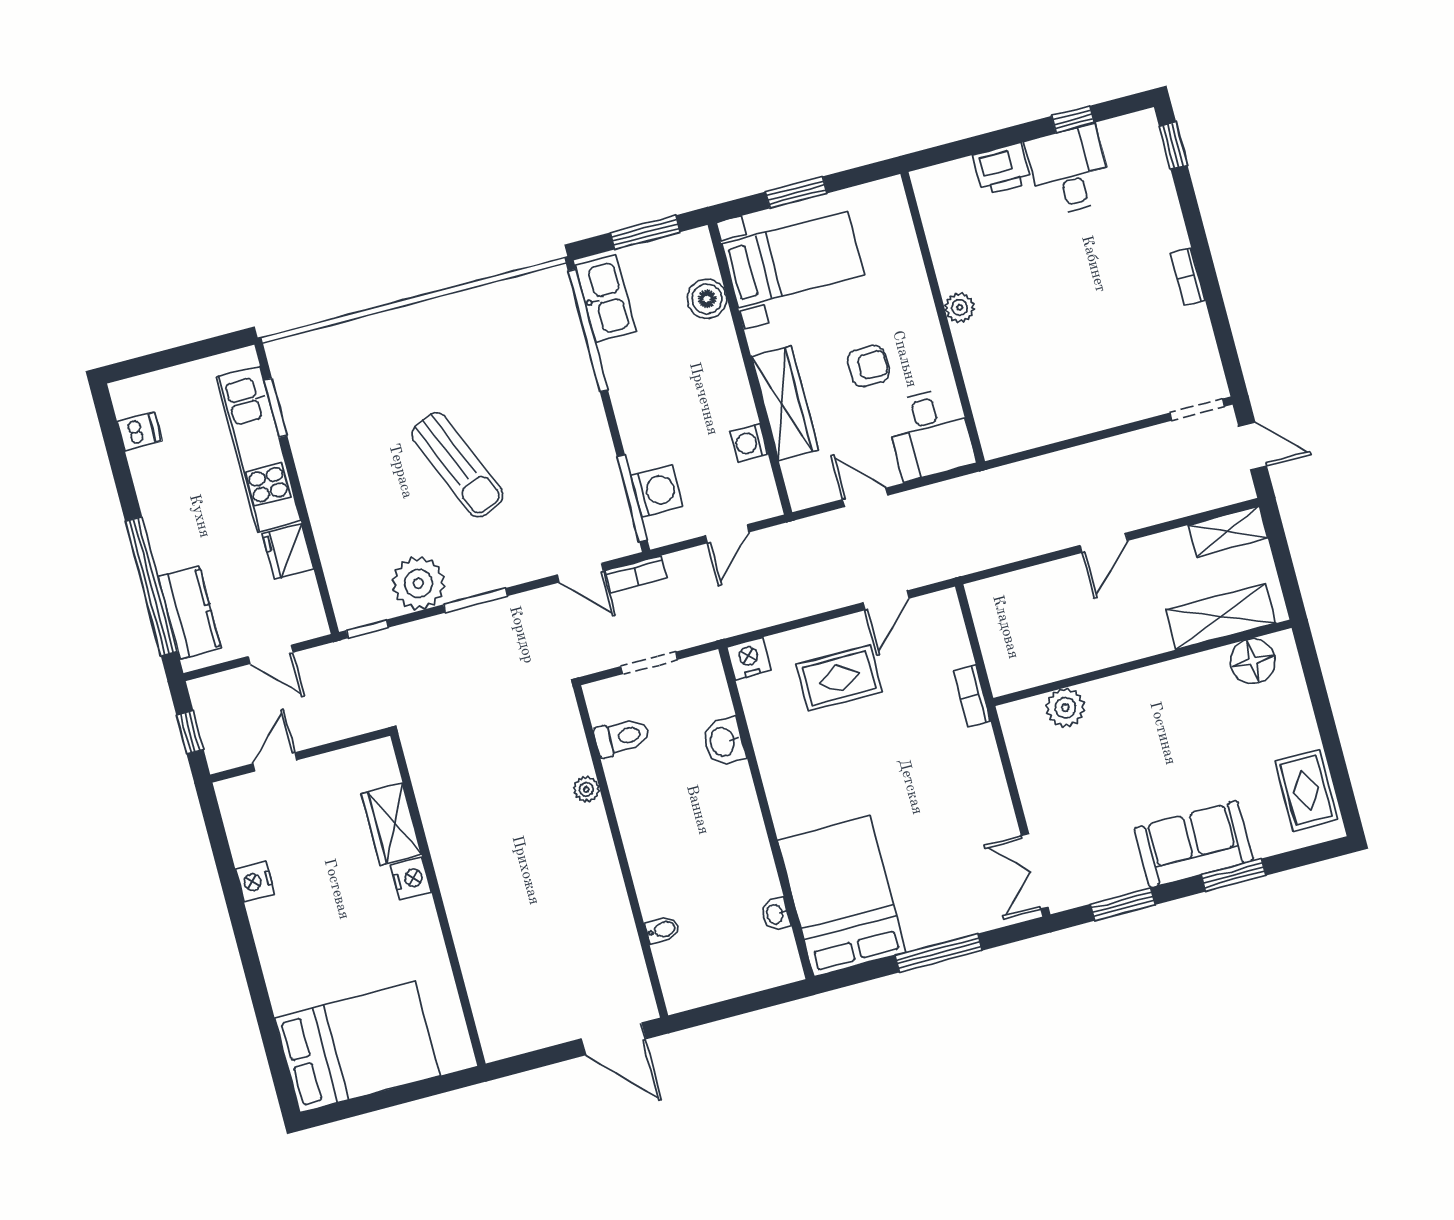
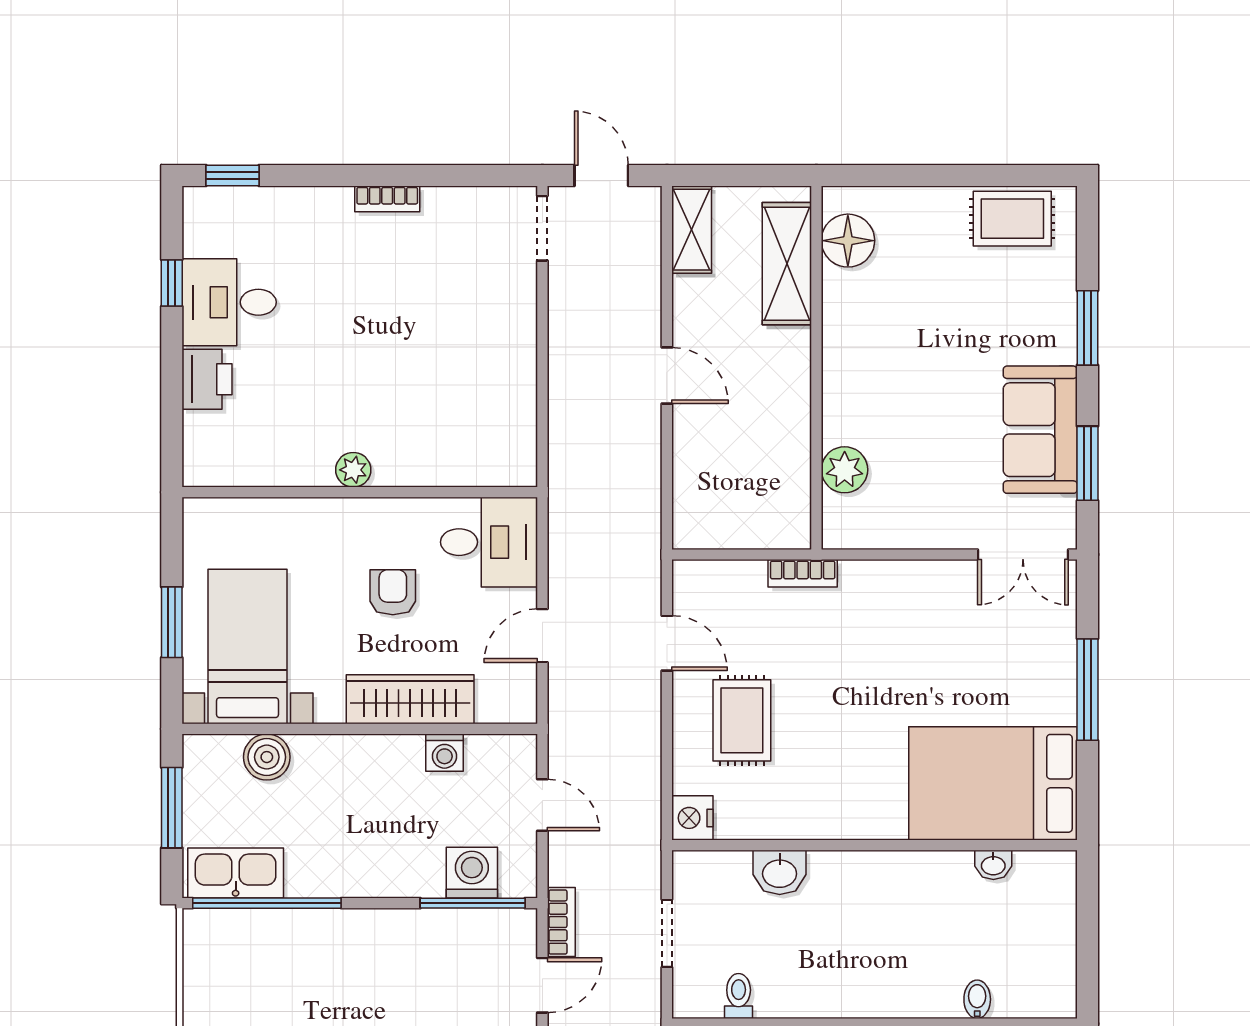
door: (1253, 446) -> (601, 175), hinge flipped
toilet: (622, 737) -> (739, 996), width x0.73, depth x0.72
sofa: (1194, 844) -> (1040, 430), moved

